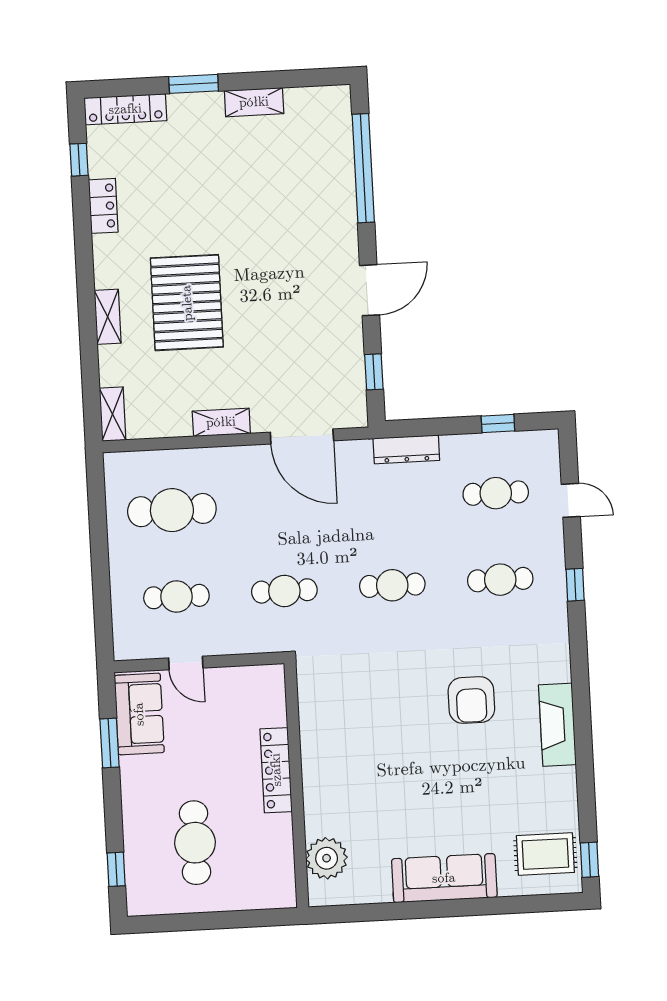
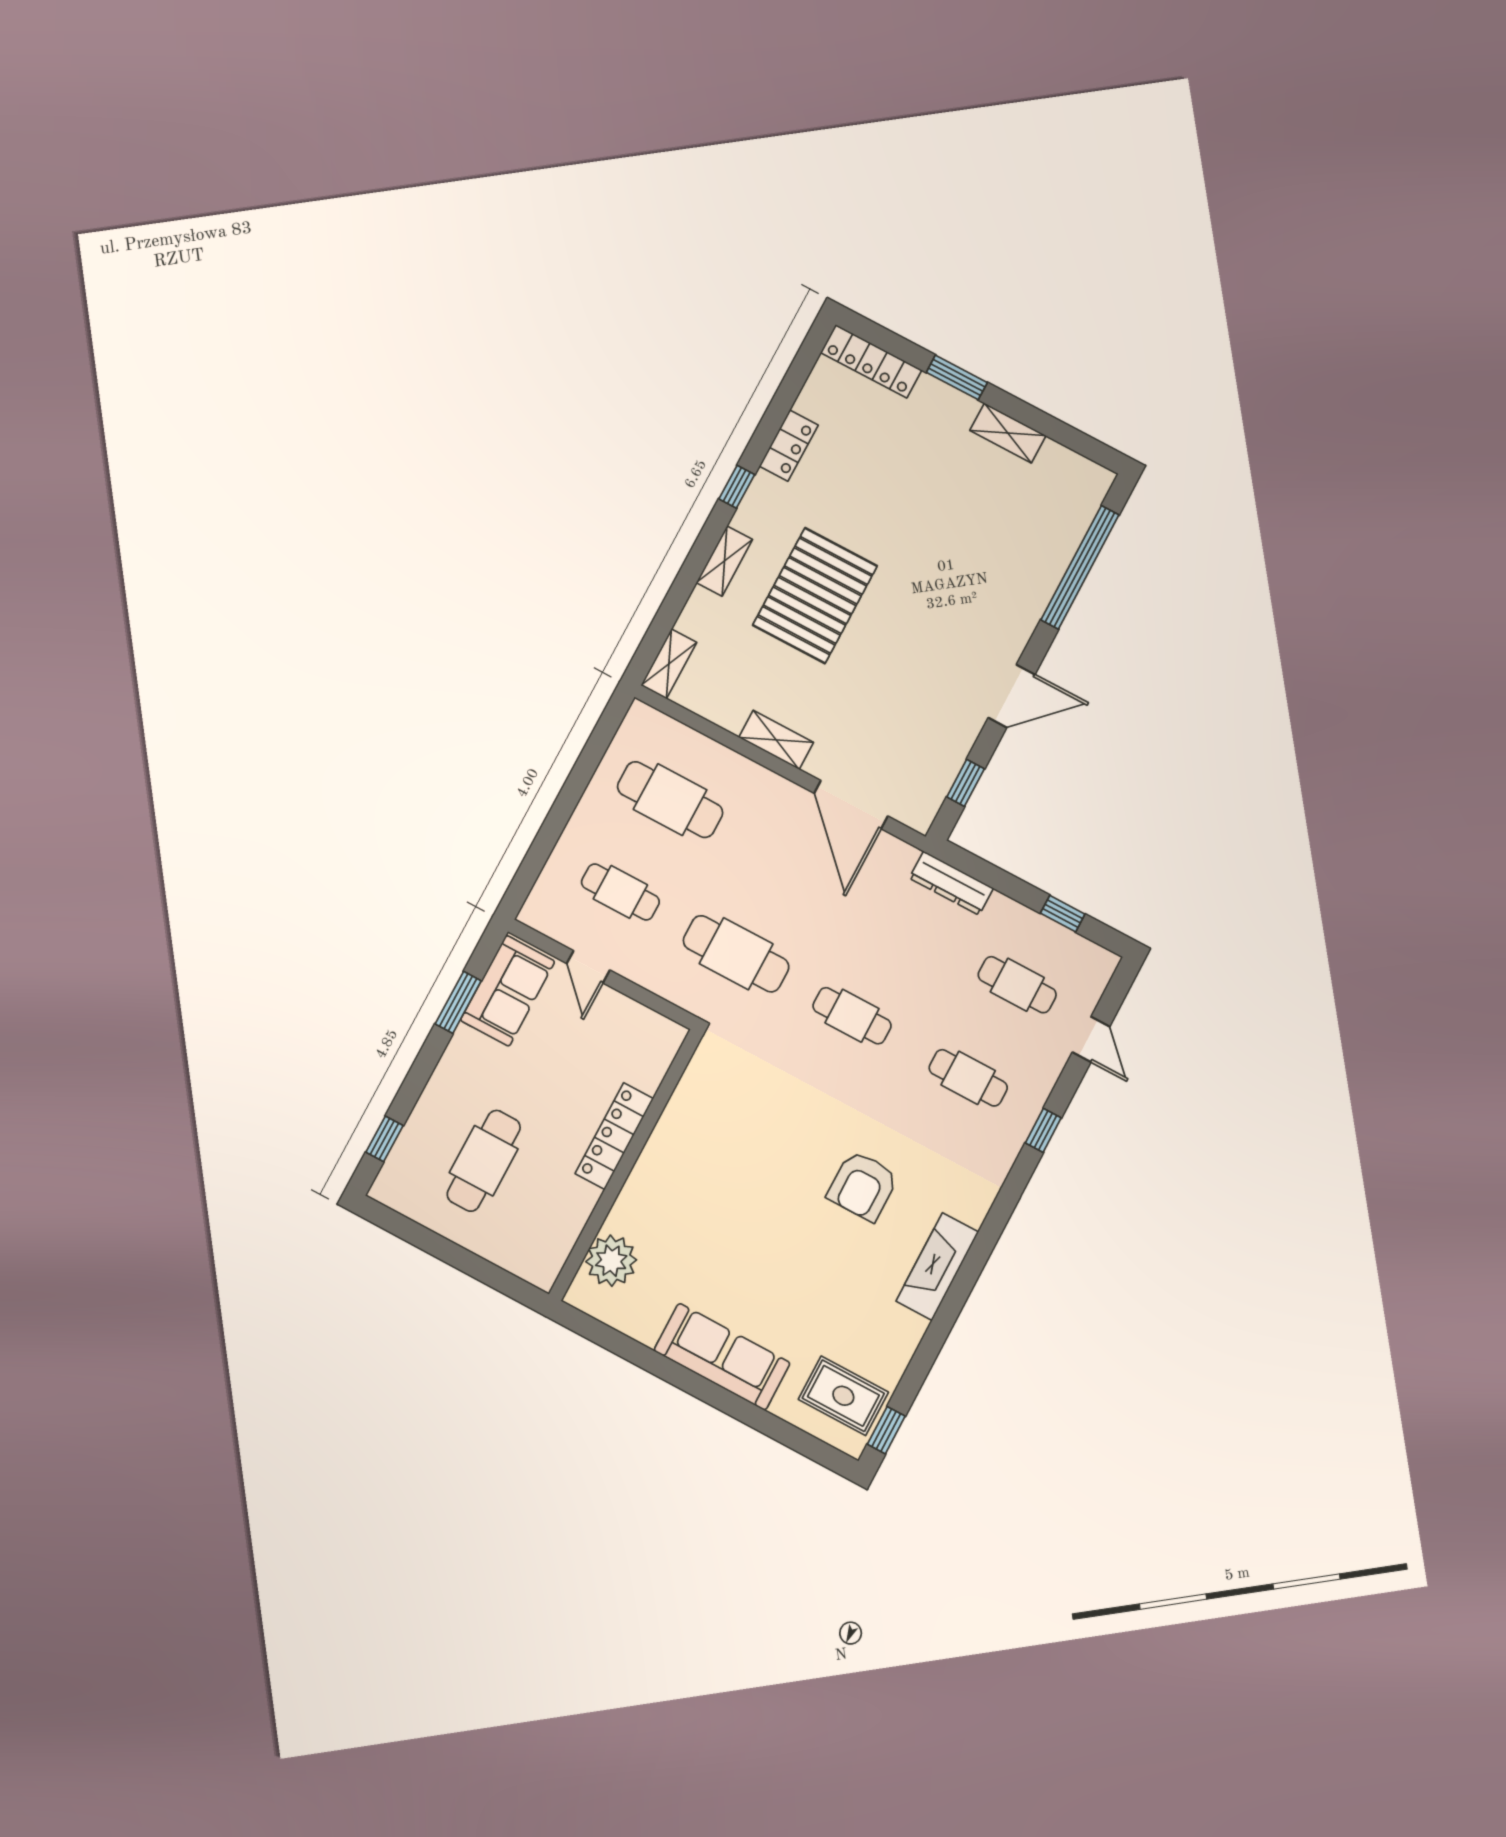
window: (79, 160) -> (737, 487), moved
cafe table: (284, 591) -> (736, 954), width x1.37, depth x1.35

